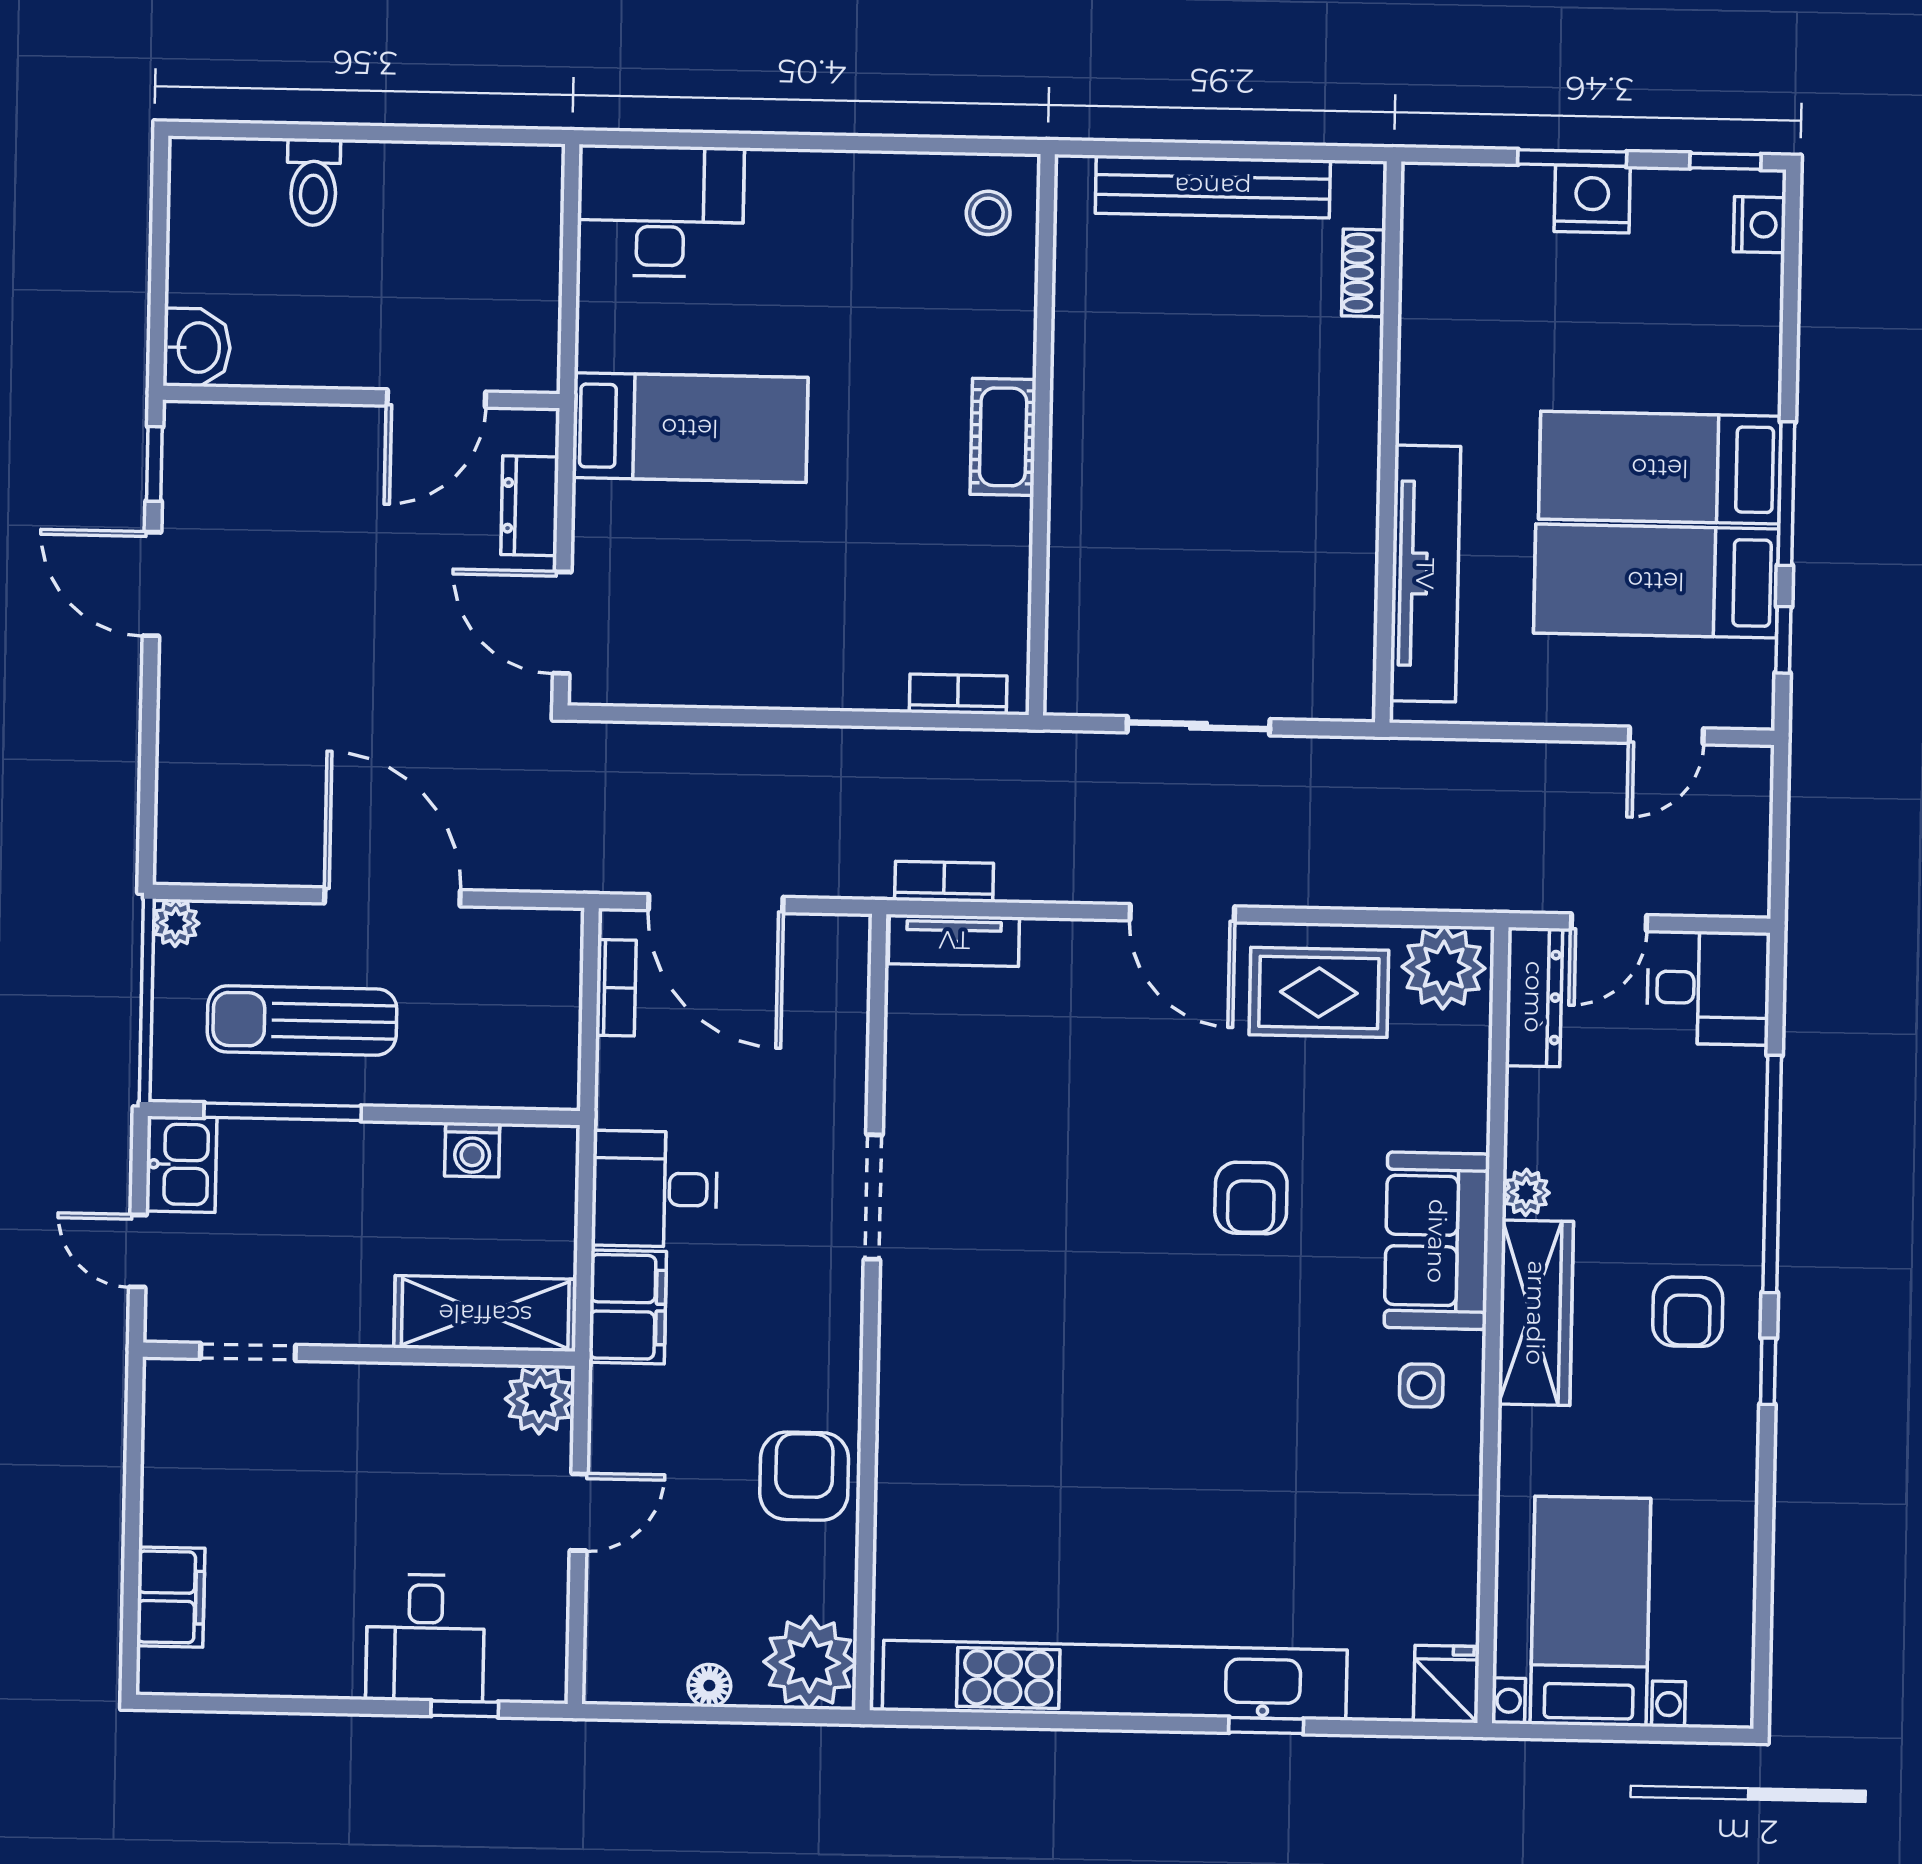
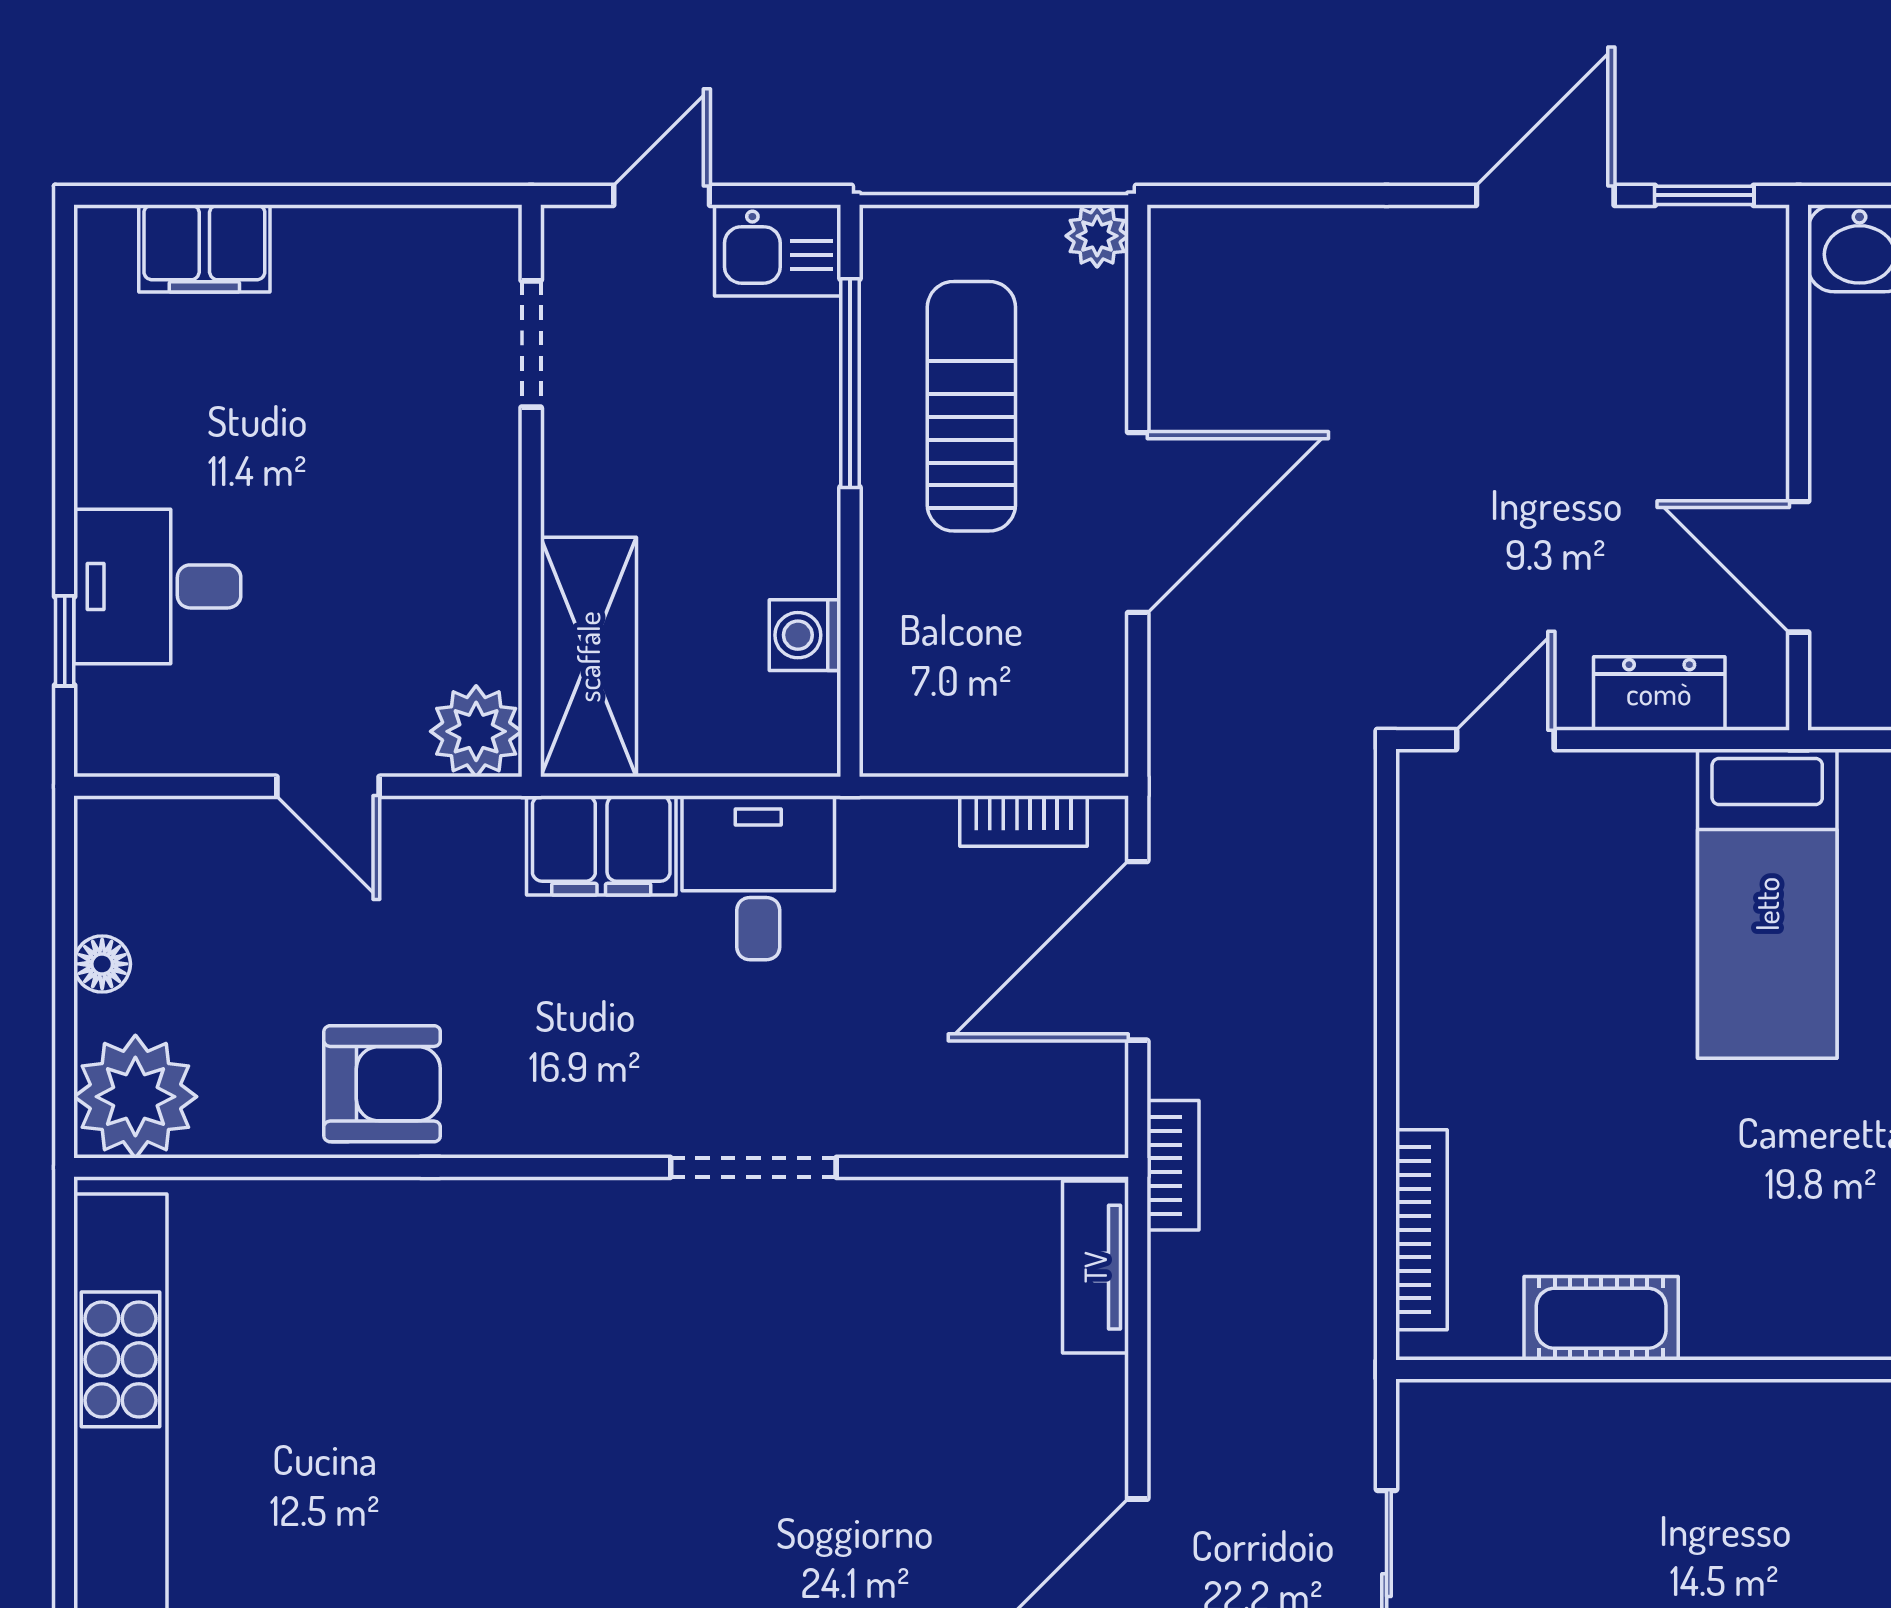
cot: (1003, 437) -> (1601, 1318), moved
door: (562, 623) -> (1505, 740), width x0.73
bookcase: (958, 694) -> (1421, 1230), width x1.56
bookcase: (944, 882) -> (1173, 1165), moved

